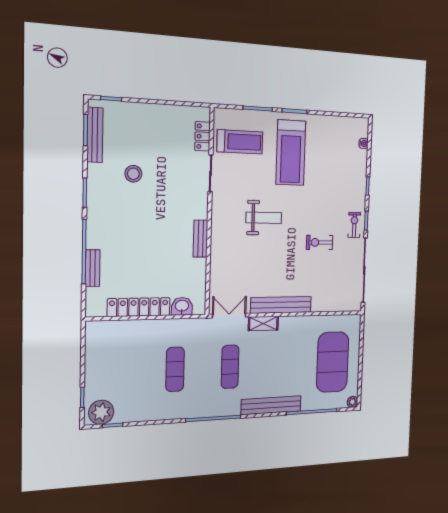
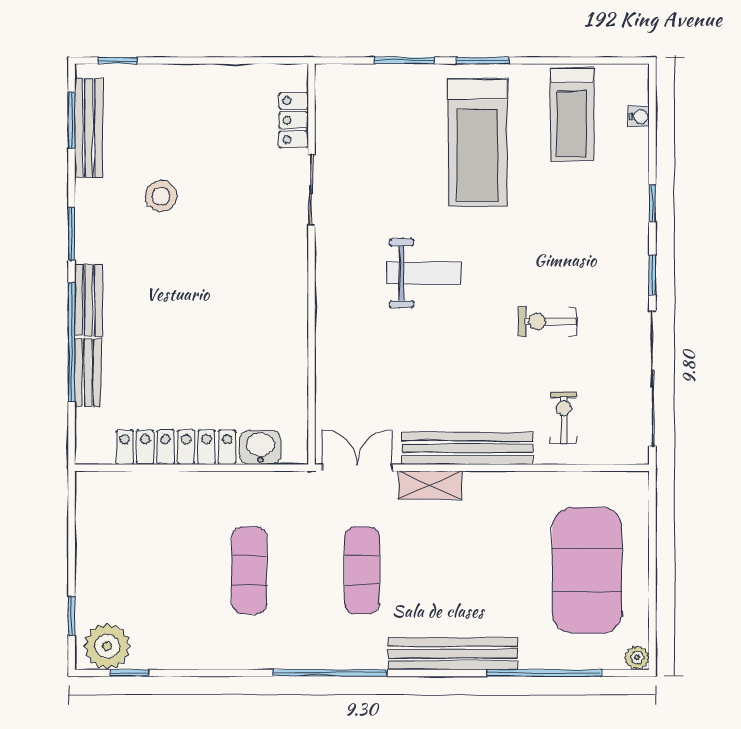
treadmill: (240, 142) -> (572, 114), moved, turned 90
exercise bike: (354, 225) -> (564, 418), moved
bench: (201, 239) -> (88, 300), moved

